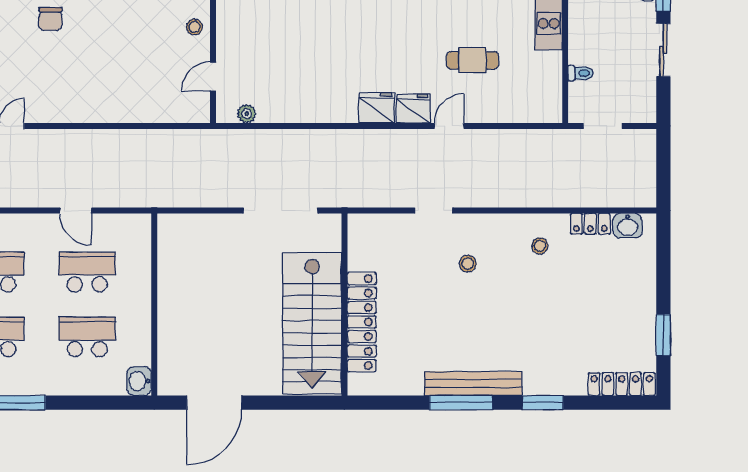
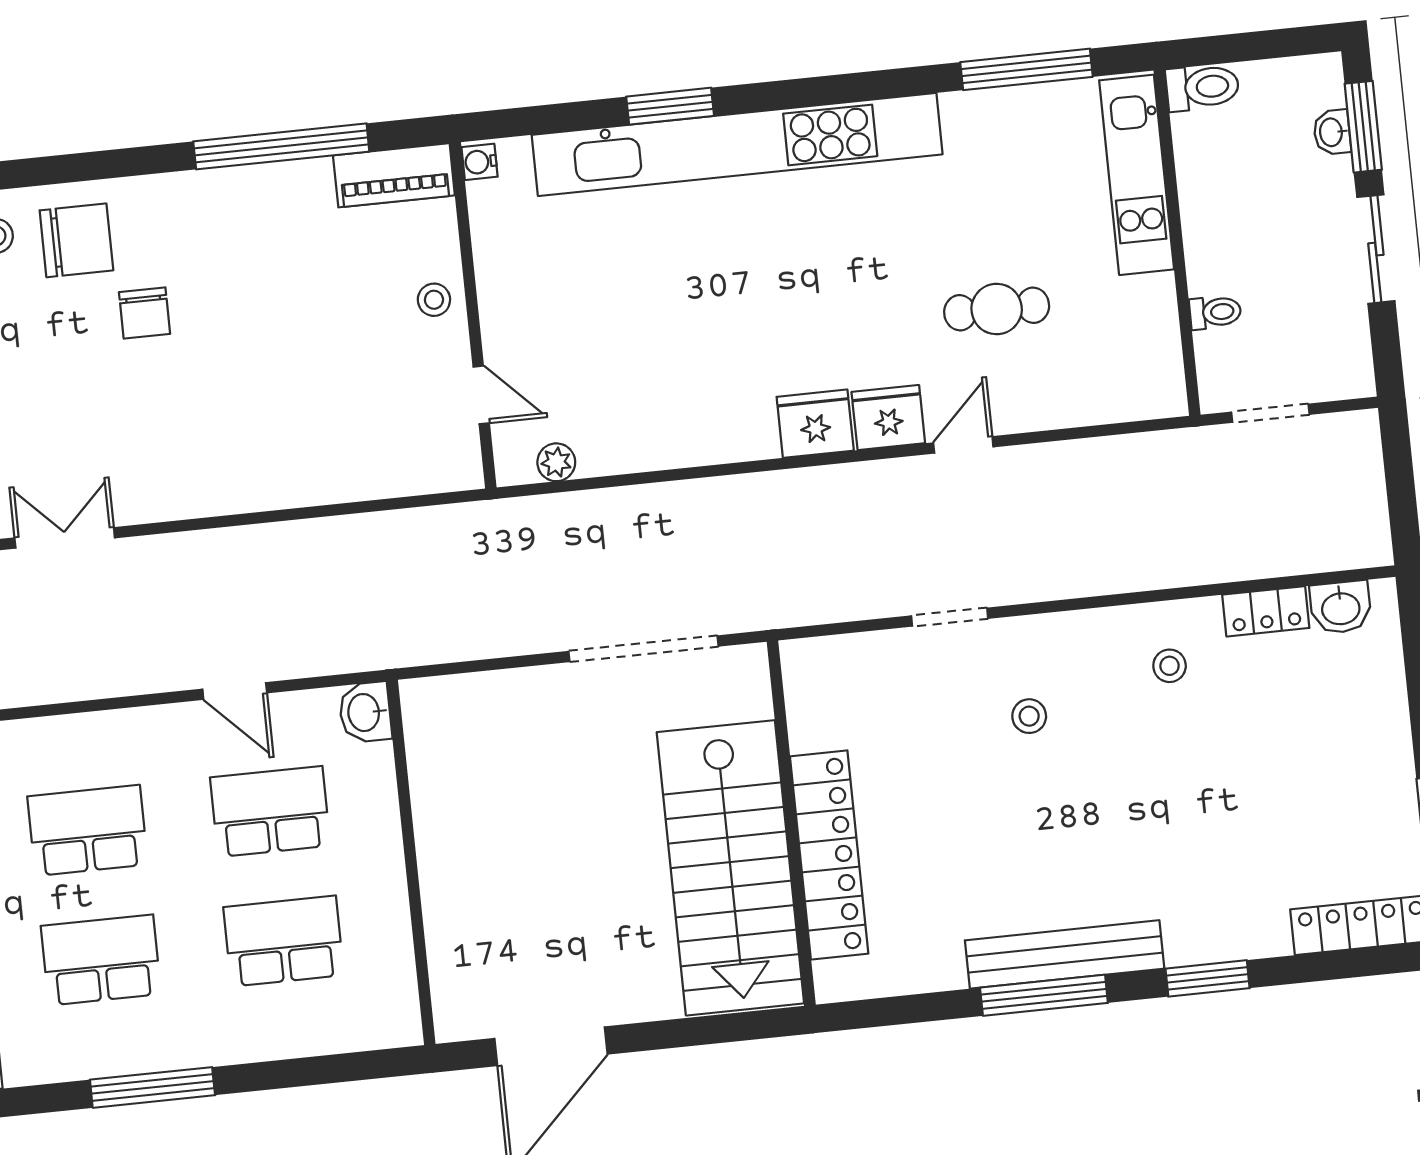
door: (213, 77) -> (481, 395), swing flipped
washbasin: (139, 381) -> (365, 712), moved

